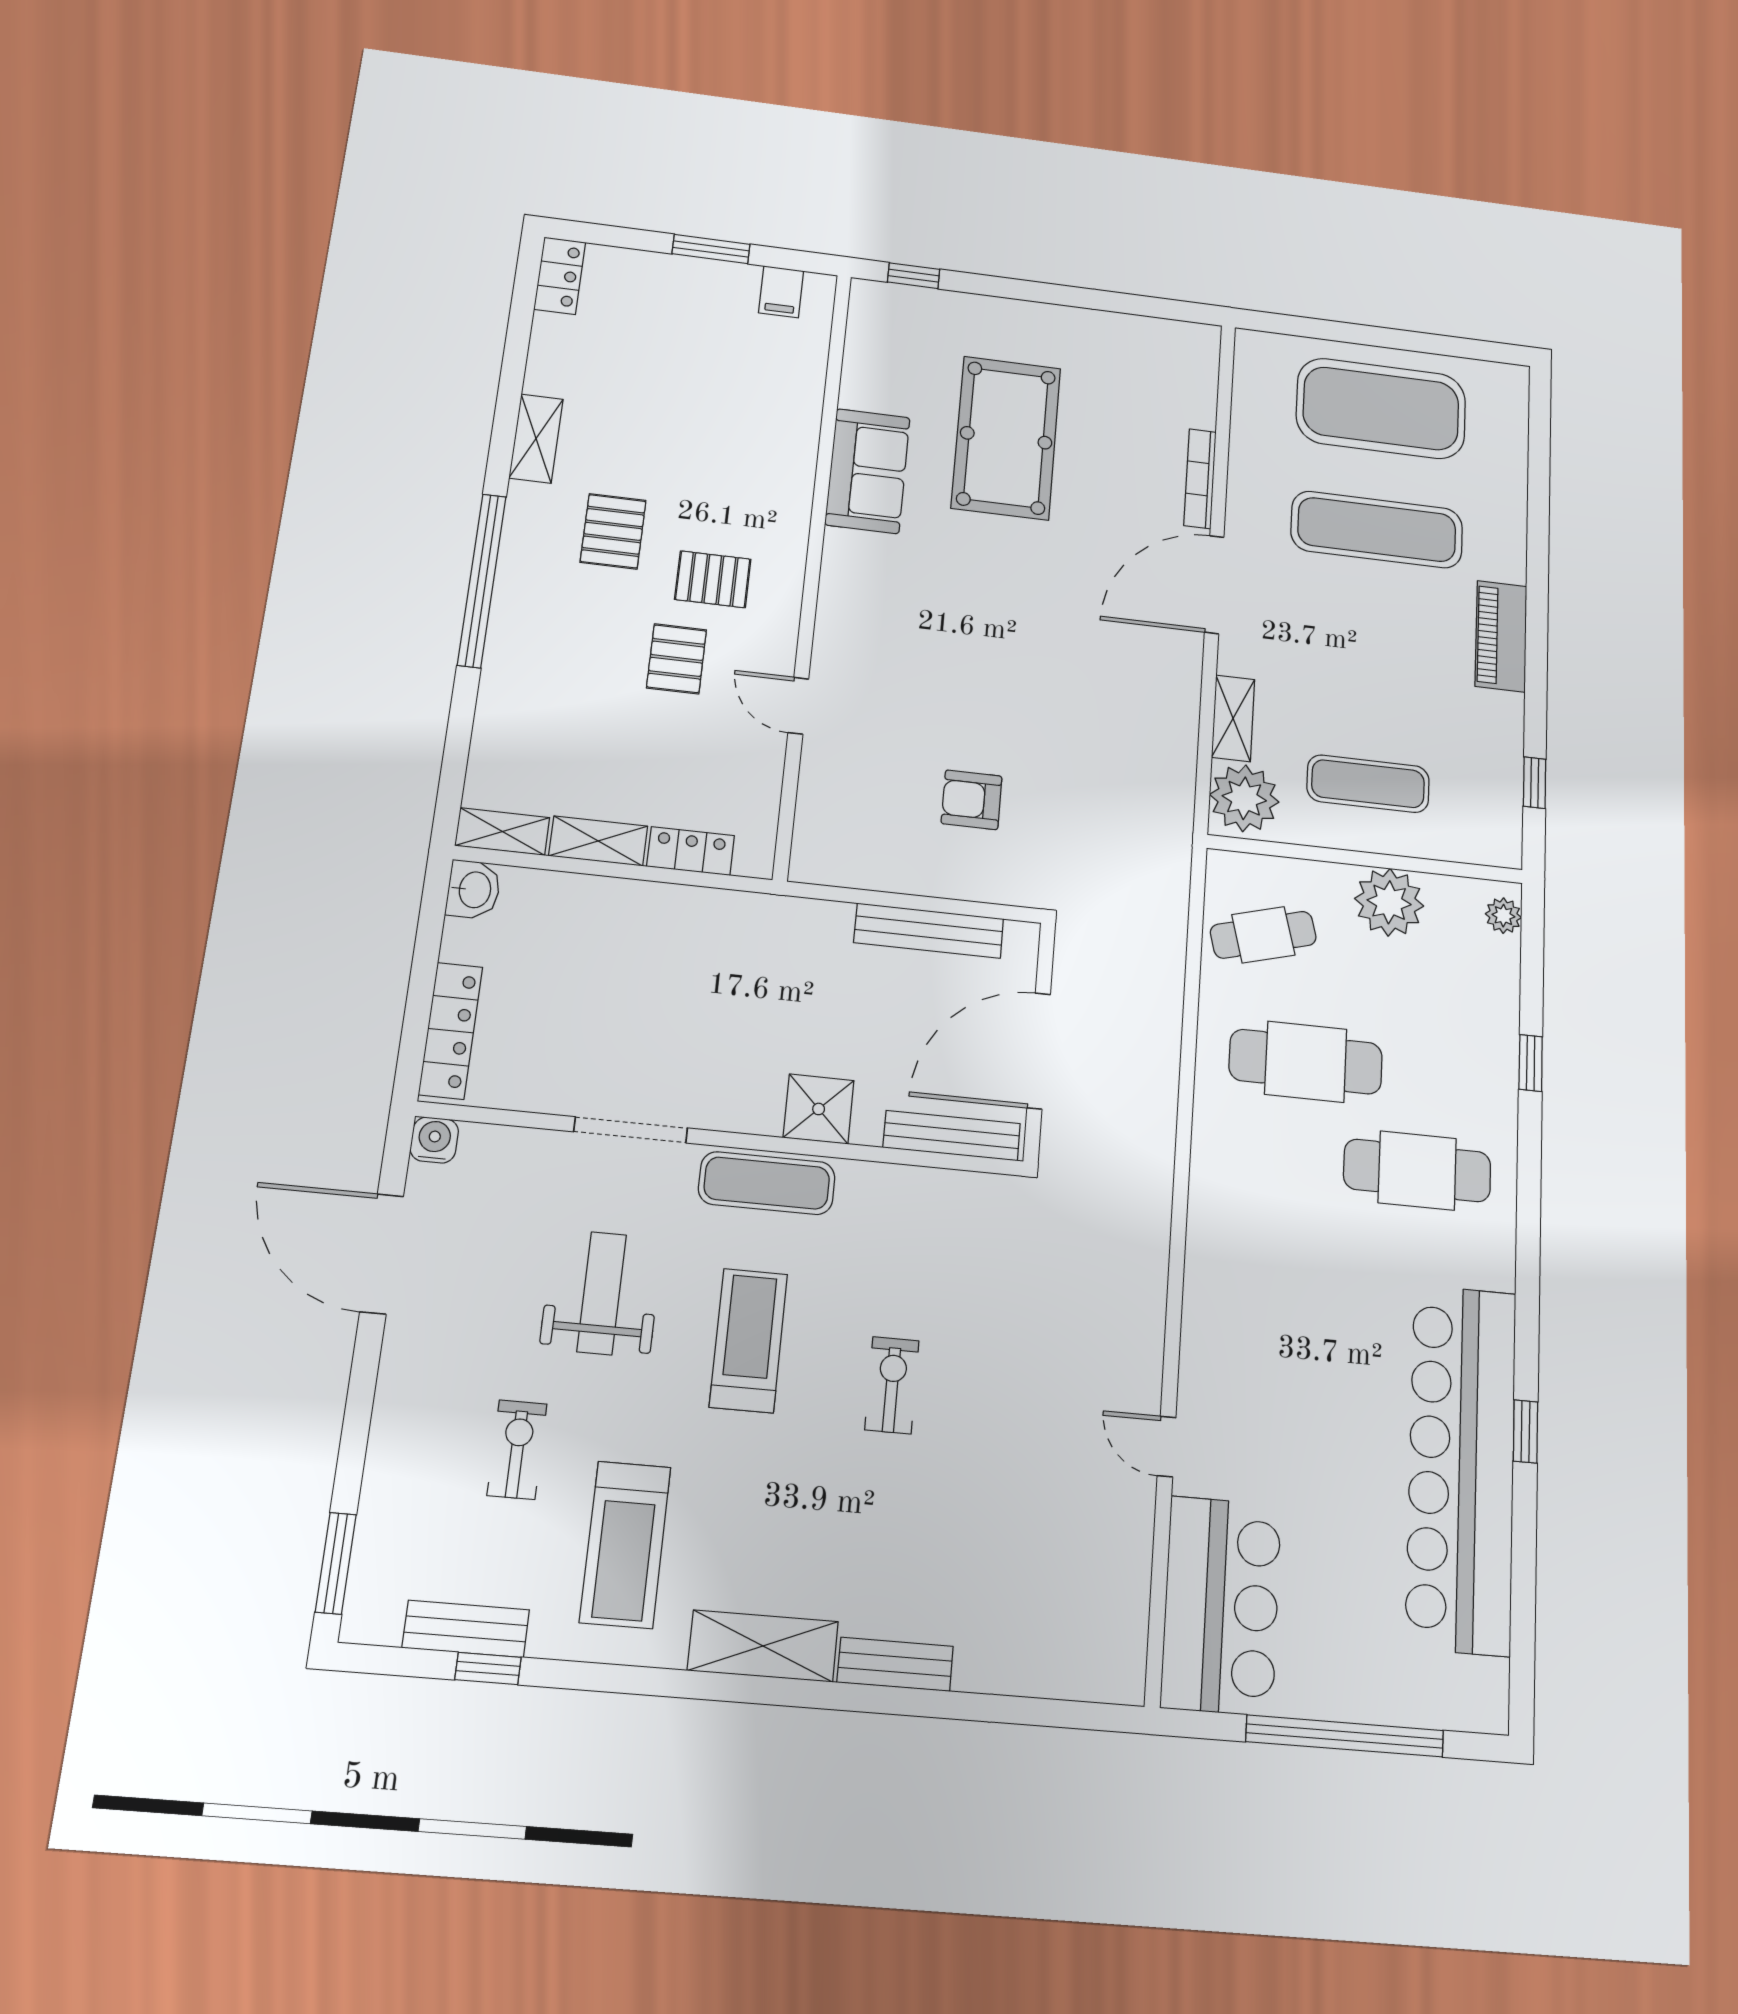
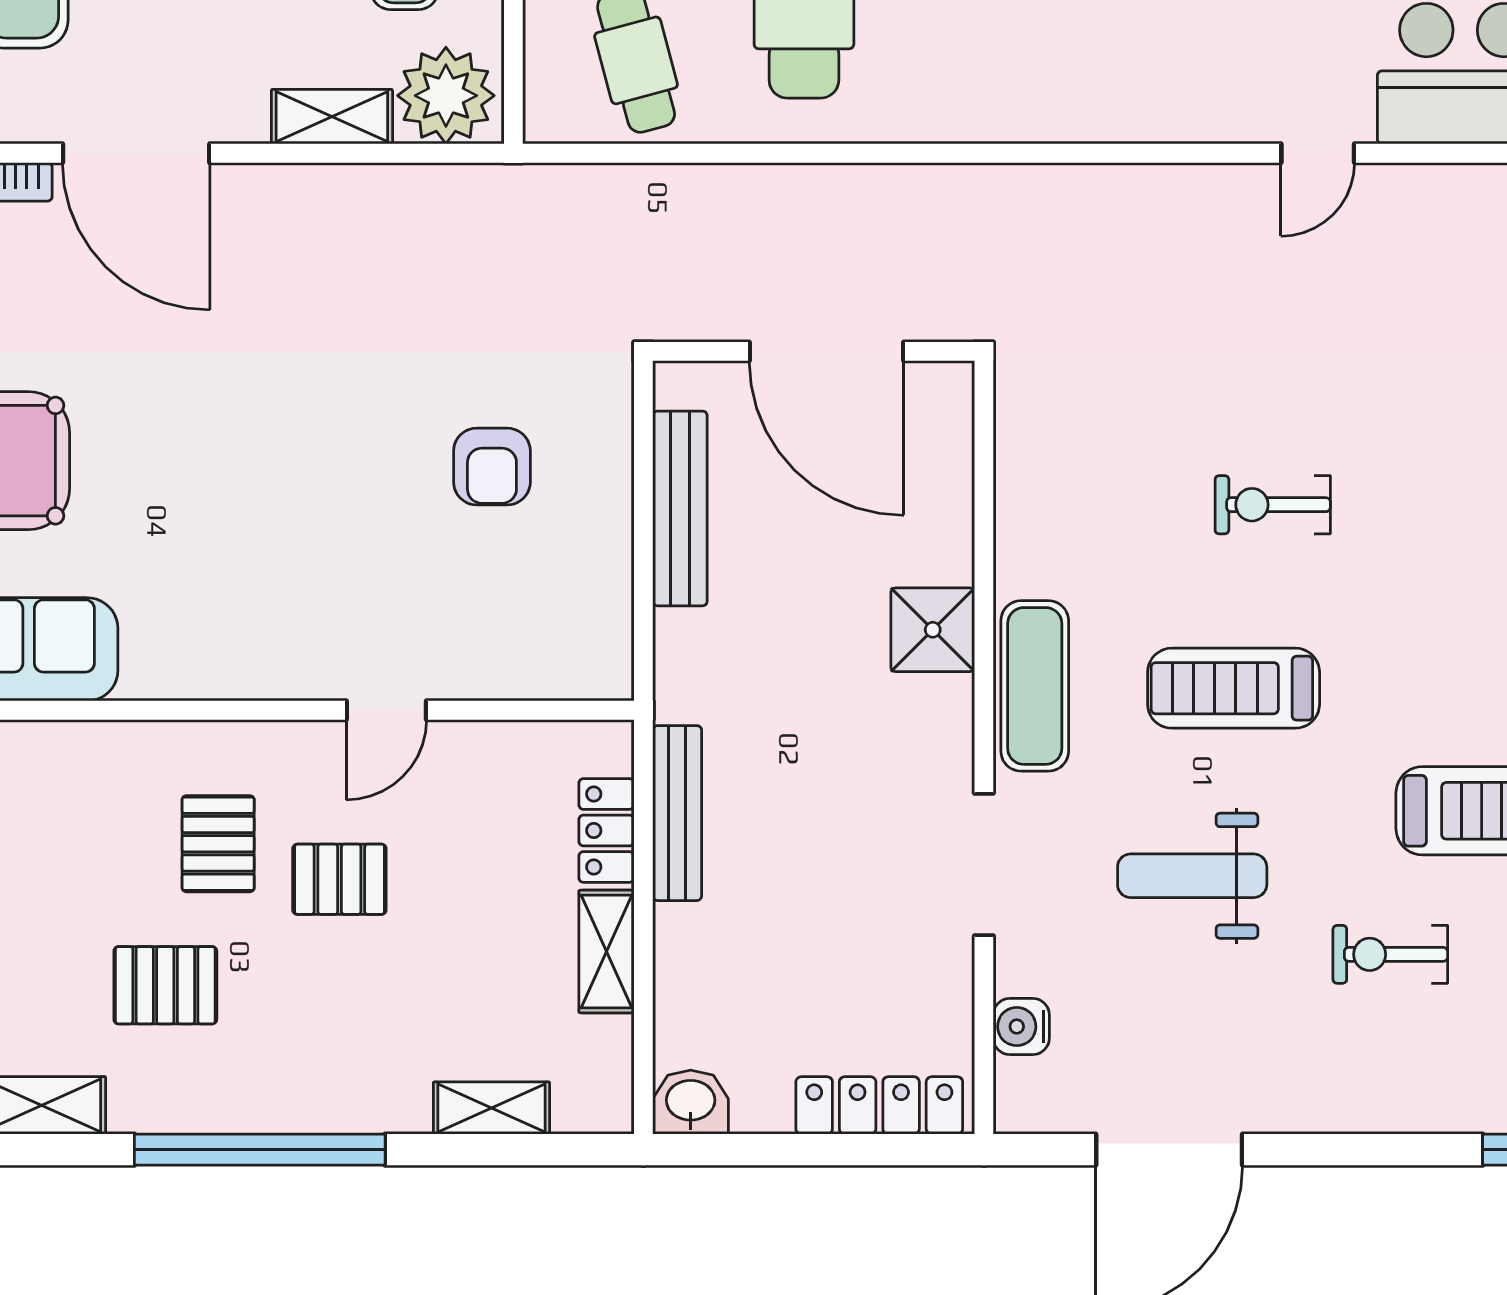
shelving: (502, 832) -> (491, 1108), moved, turned 90
bench: (952, 1136) -> (677, 813), moved
water cooler: (434, 1140) -> (1021, 1027), moved

